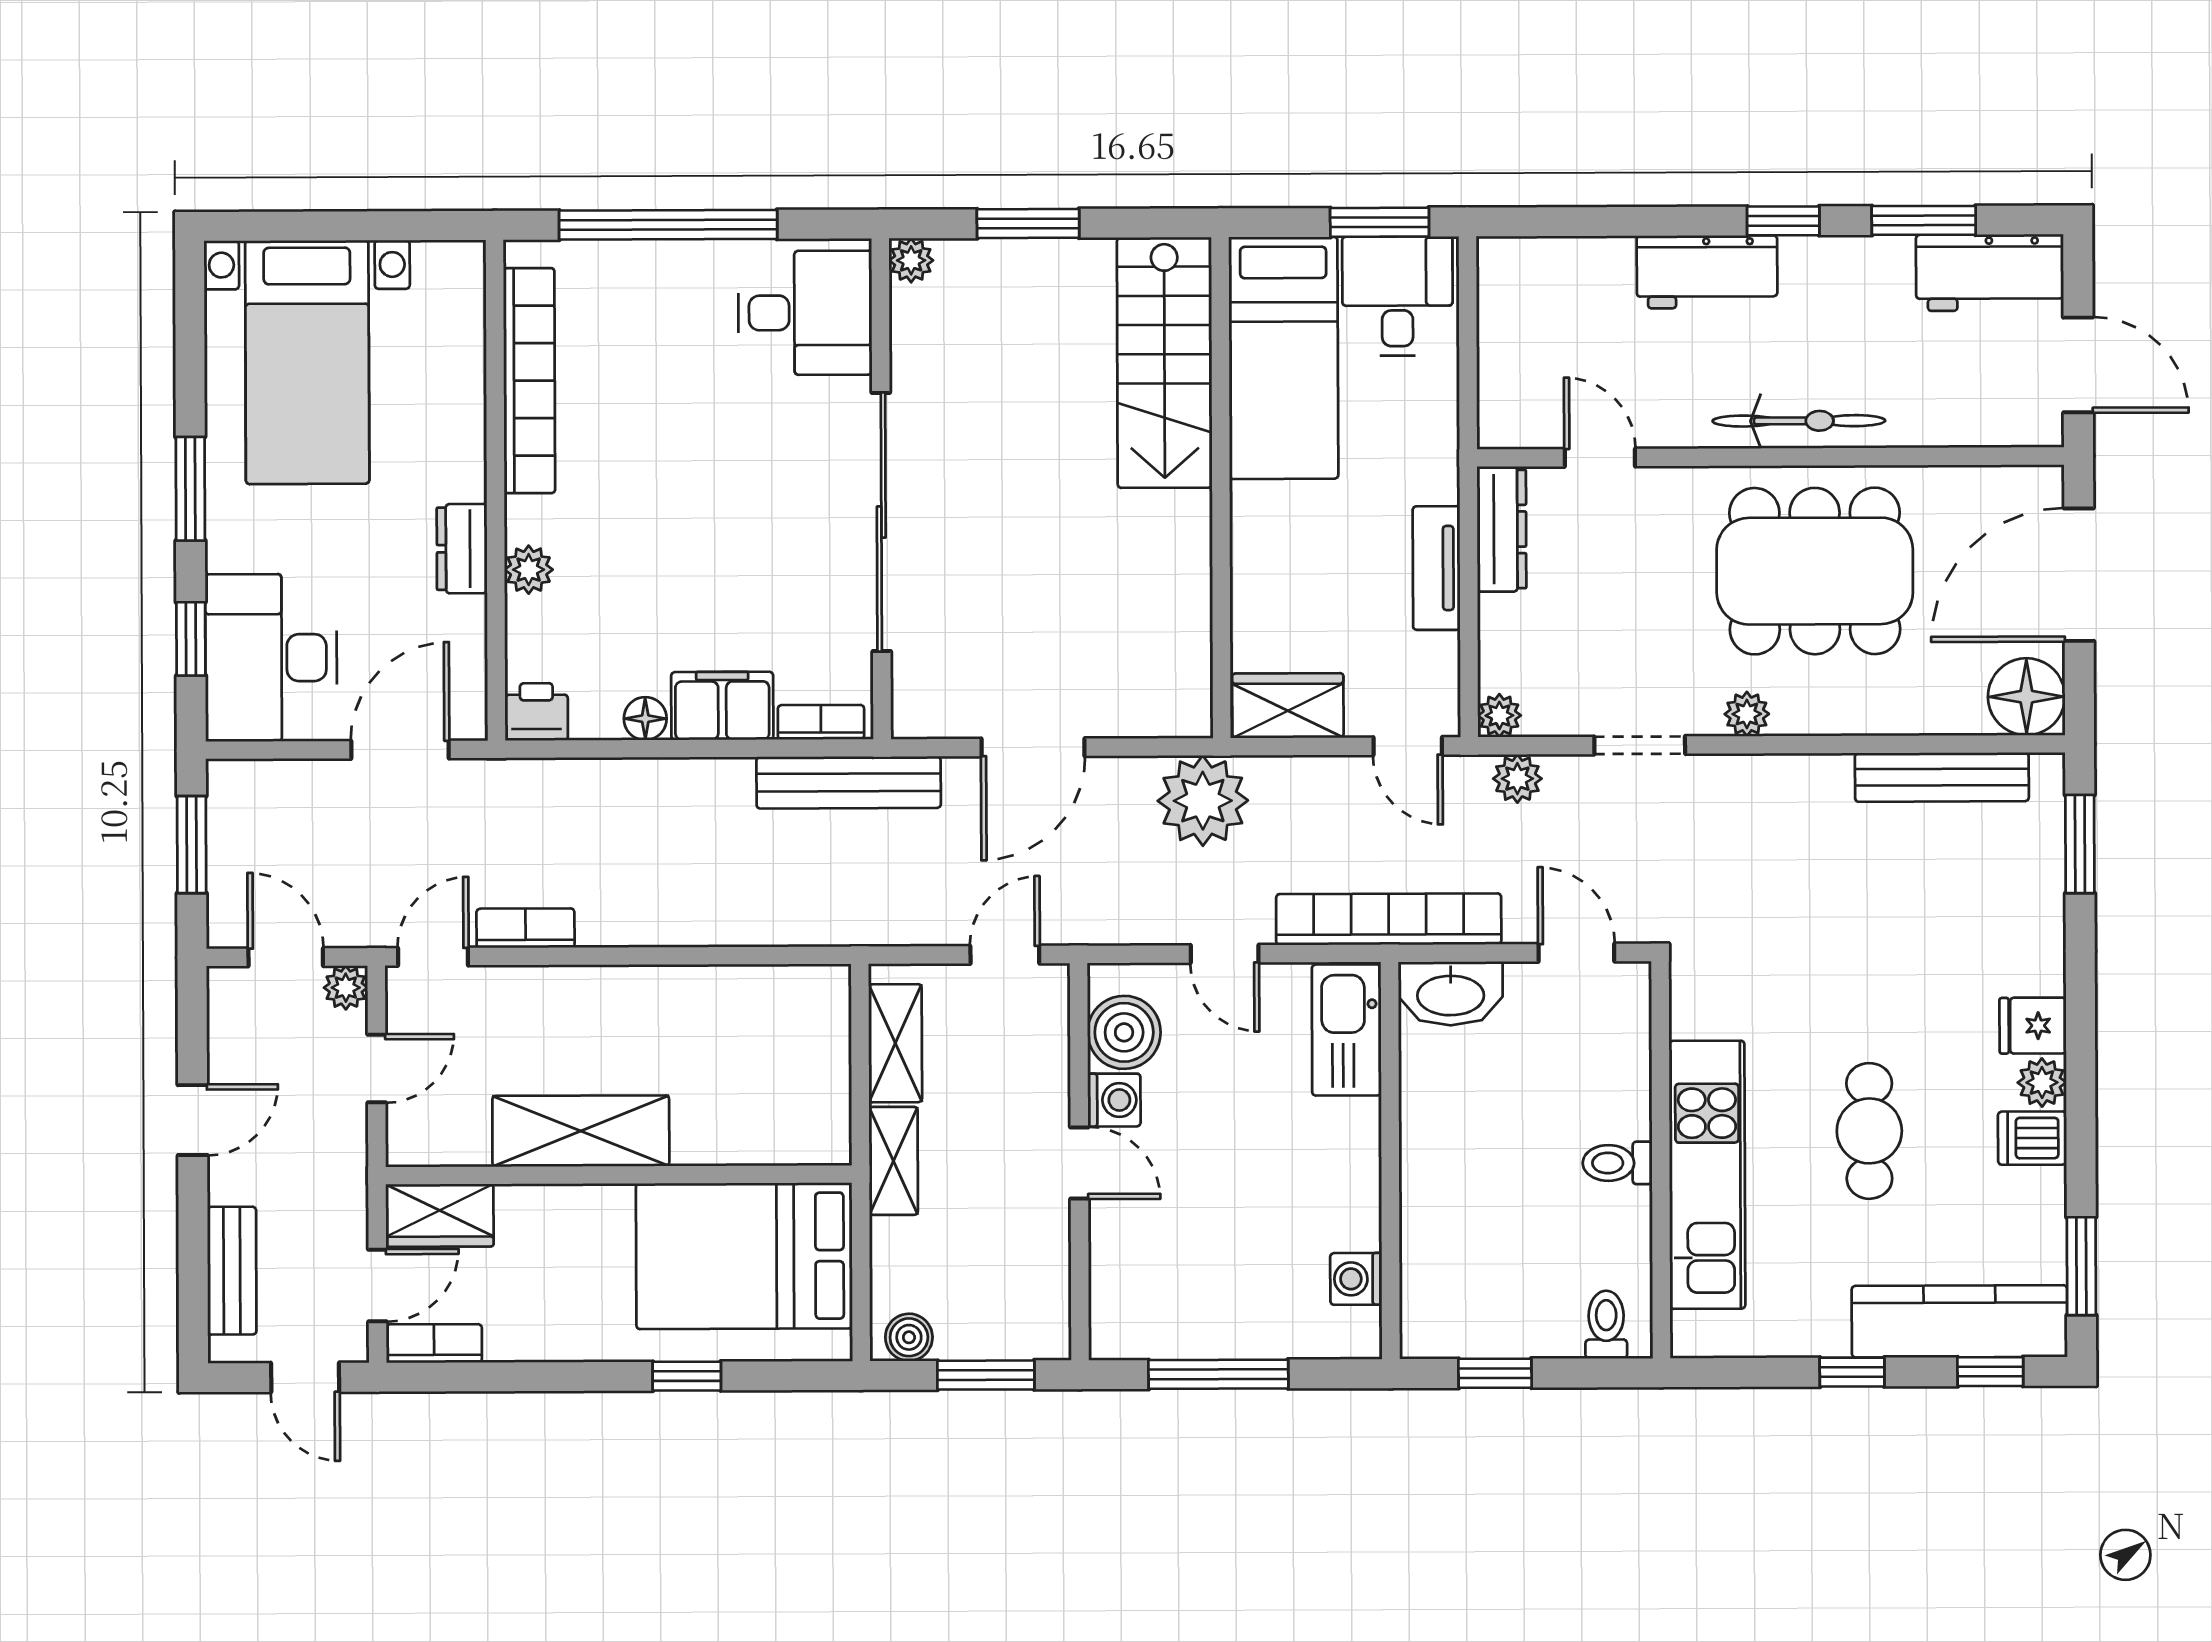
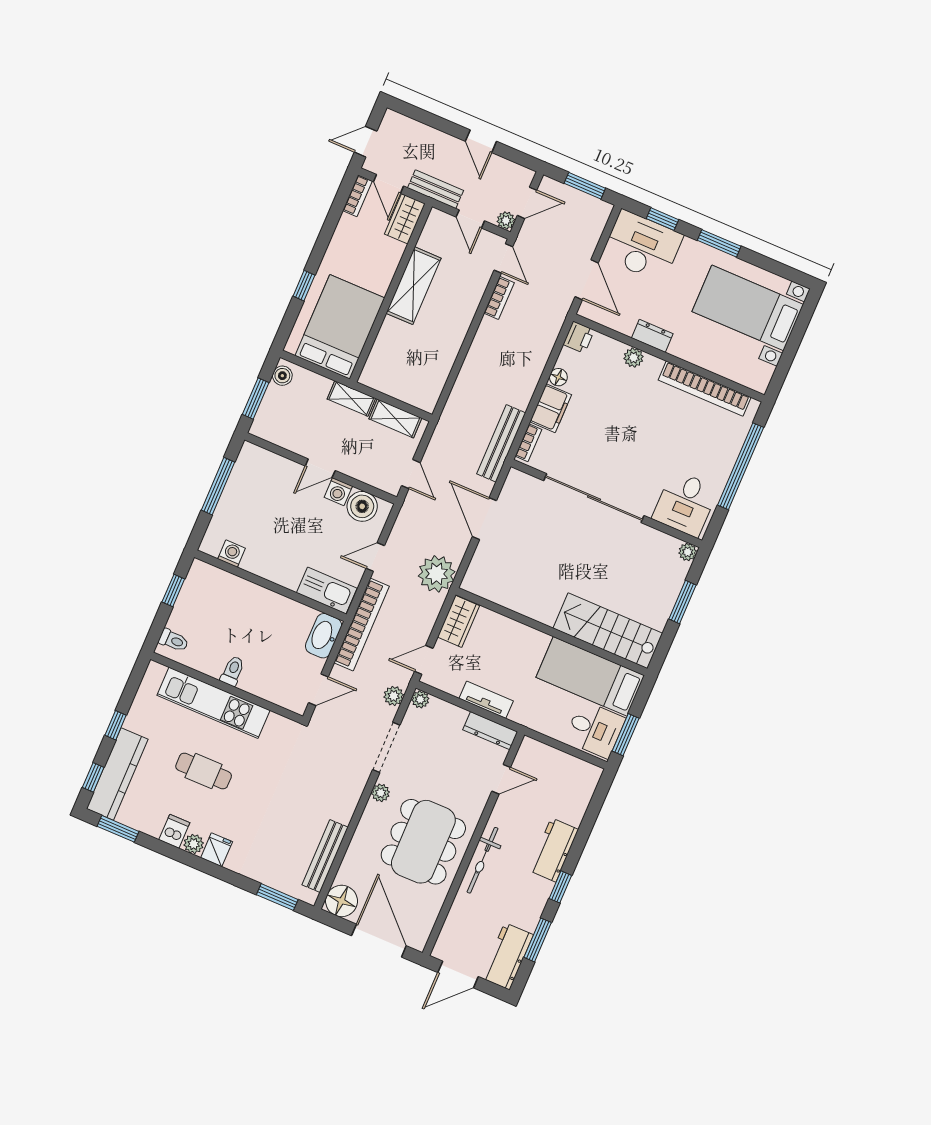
doorway: (1640, 745) -> (386, 747), width x1.38
bench: (232, 1271) -> (435, 189), moved

